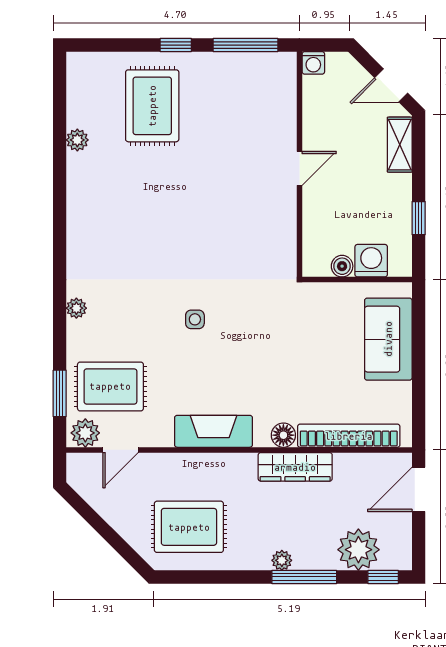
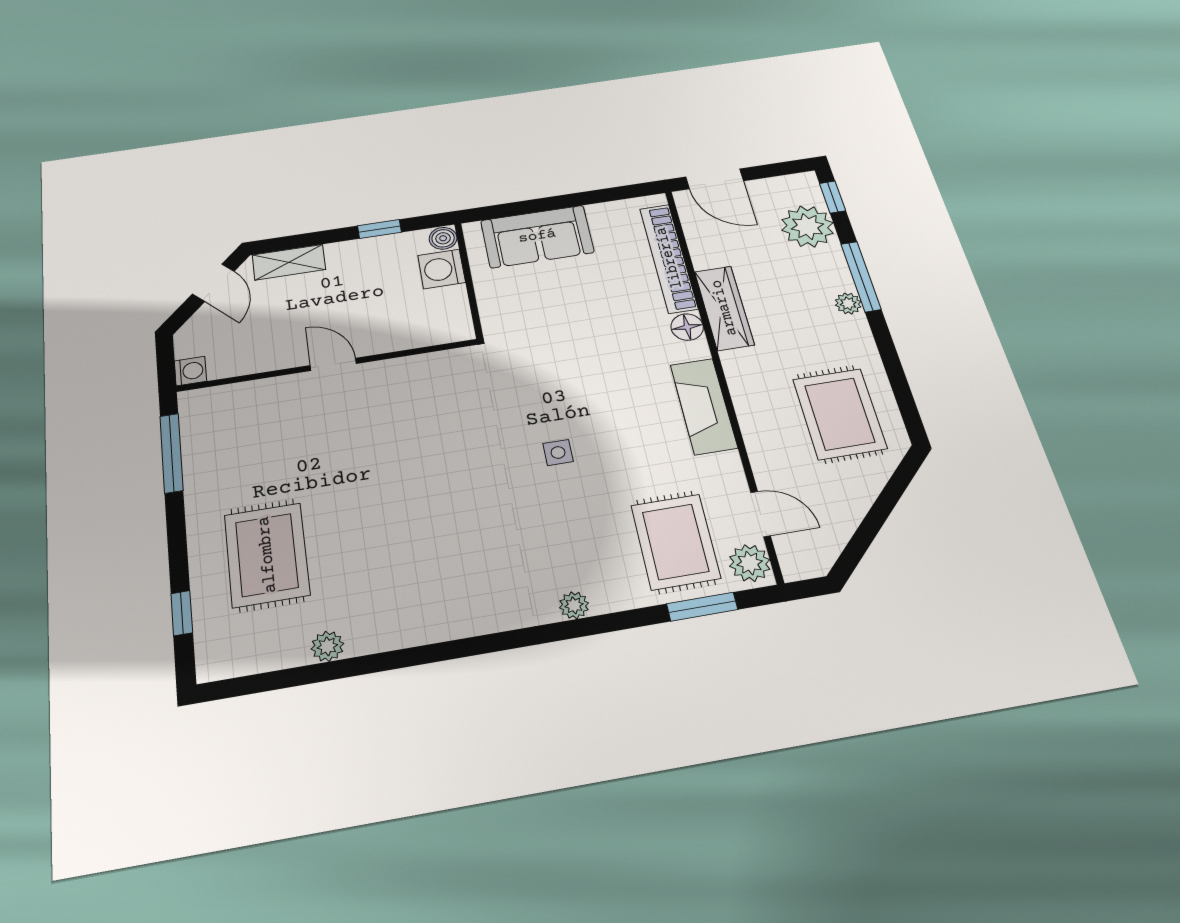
window: (176, 45) -> (182, 613), moved
rug: (152, 106) -> (267, 555), turned 90
boiler: (342, 266) -> (443, 238), moved

